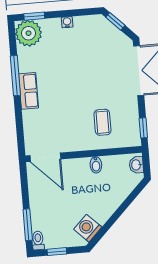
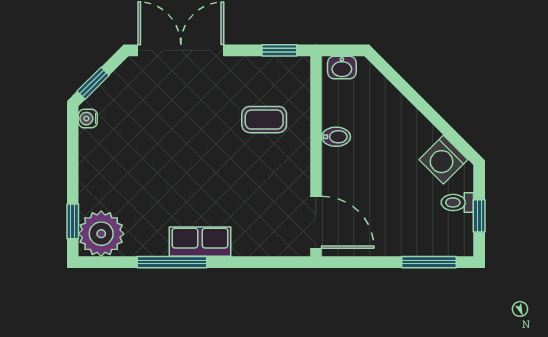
water cooler: (67, 22) -> (88, 119), moved
door: (45, 157) -> (316, 222), hinge flipped
toilet: (38, 240) -> (457, 202), moved

